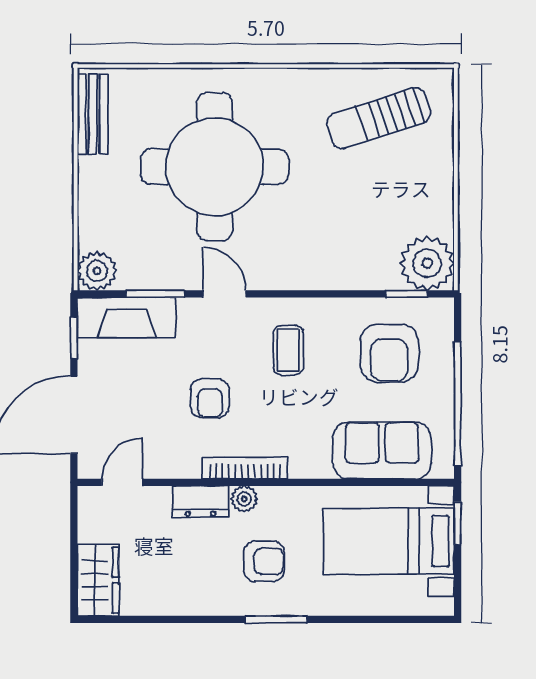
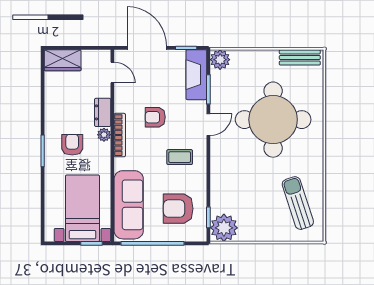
sofa: (382, 450) -> (129, 205), width x1.36
armchair: (264, 561) -> (72, 145), turned 180

